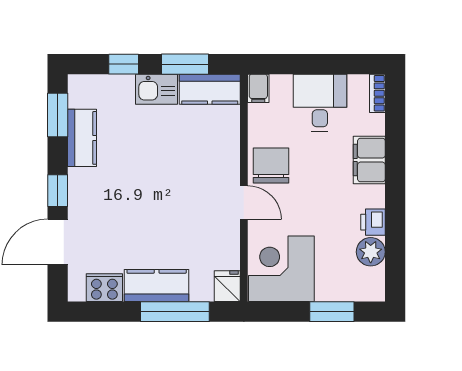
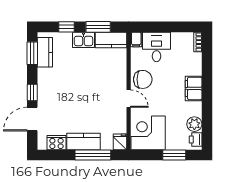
desk: (320, 103) -> (156, 47), moved
kitchen counter: (82, 138) -> (45, 52), moved
filing cabinet: (369, 160) -> (194, 88), moved
chair: (271, 165) -> (143, 79), turned 90
printer: (373, 222) -> (196, 139), moved

